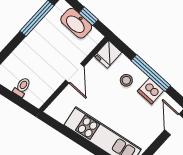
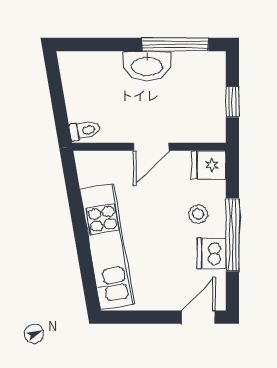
washbasin: (76, 23) -> (147, 66), moved, turned -90
toilet: (22, 87) -> (85, 130), moved

